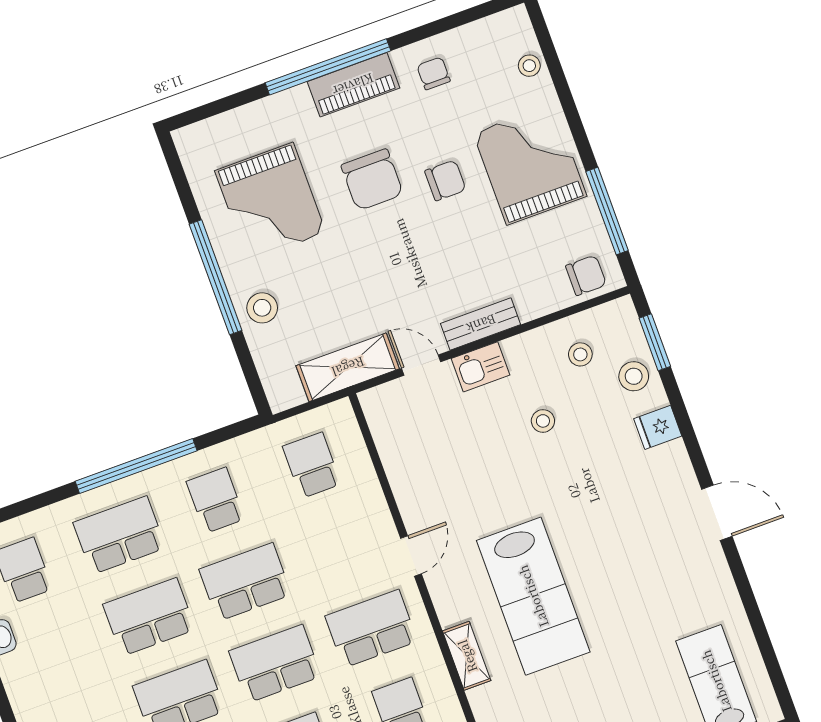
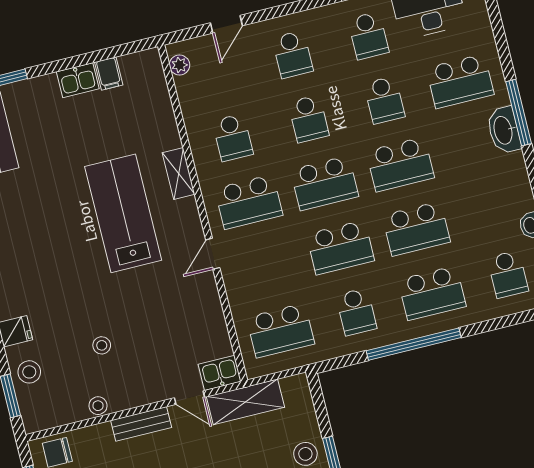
stool: (580, 354) -> (98, 406), moved
kitchen sink: (481, 367) -> (220, 373), moved
school desk: (312, 465) -> (280, 331), width x1.85

